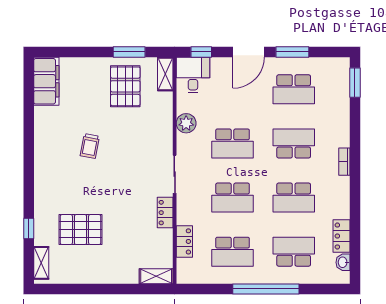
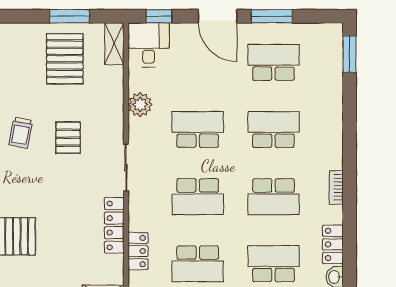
door: (249, 52) -> (218, 16), hinge flipped
school desk: (294, 89) -> (273, 62), turned 180
school desk: (233, 143) -> (198, 130), turned 180
pallet: (128, 150) -> (68, 138), added
bookcase: (344, 162) -> (336, 187), moved
locker: (165, 213) -> (114, 225), width x1.53

